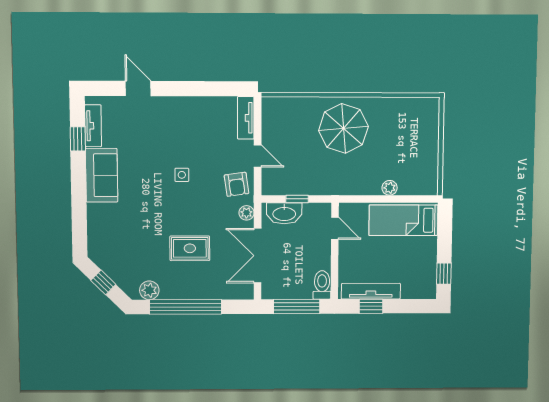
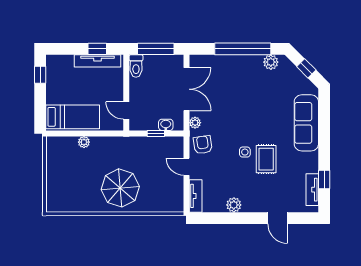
plant: (196, 106) -> (234, 205), added
sofa: (102, 175) -> (306, 123), moved, width x1.36
washbasin: (284, 213) -> (166, 125), width x0.52, depth x0.69
rug: (190, 248) -> (266, 159), moved, turned 90

